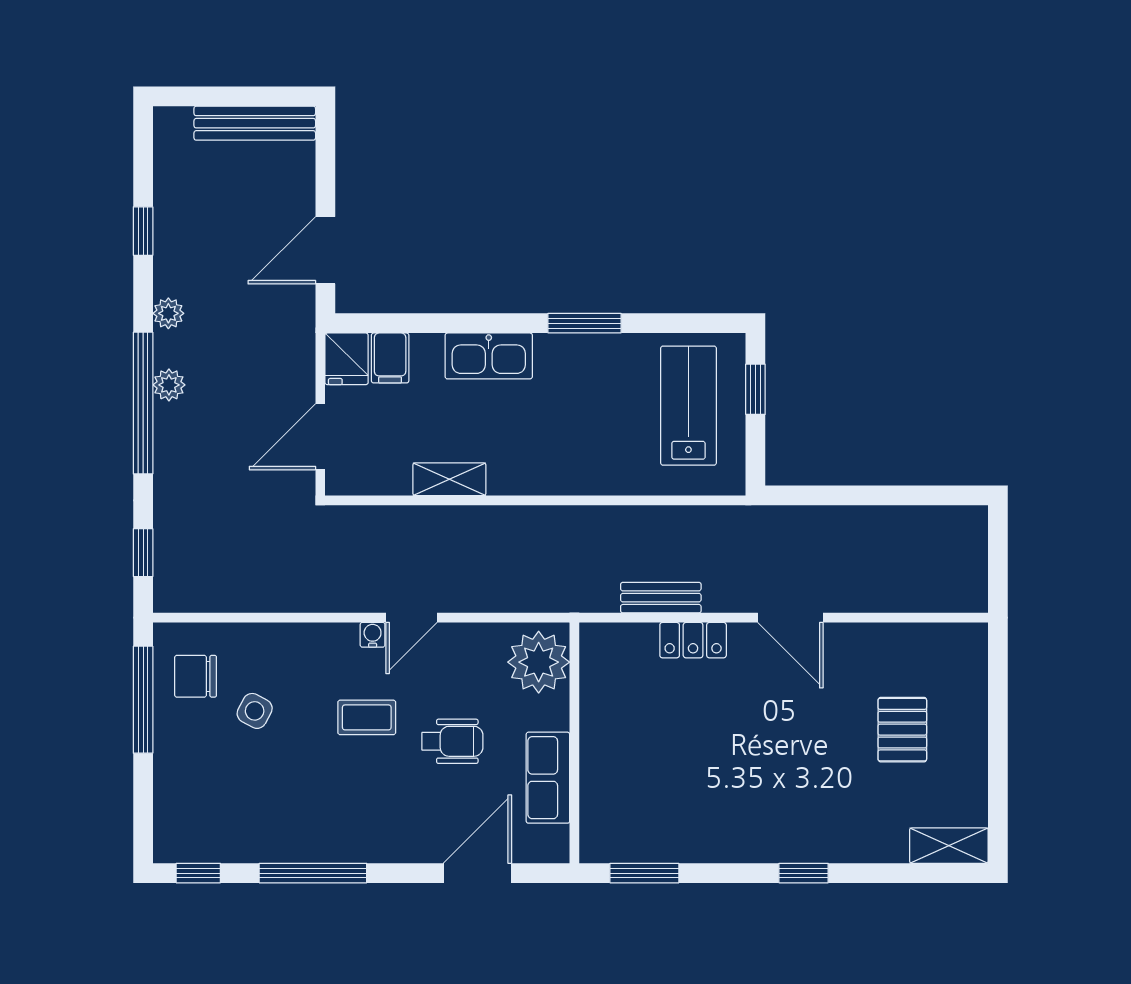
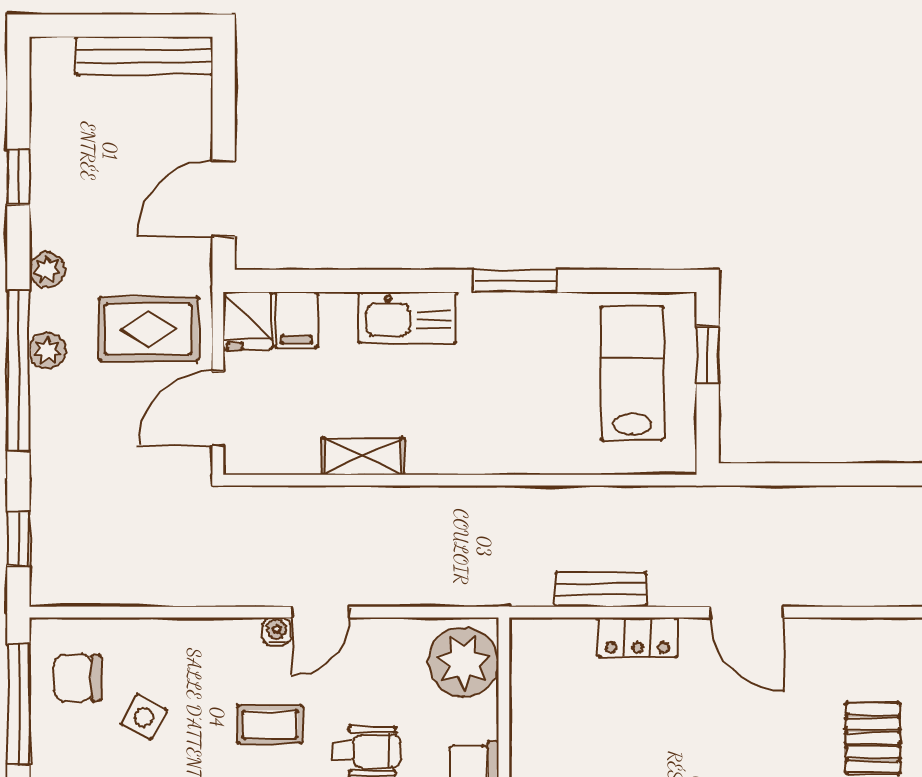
rug: (259, 366) -> (149, 329), added

